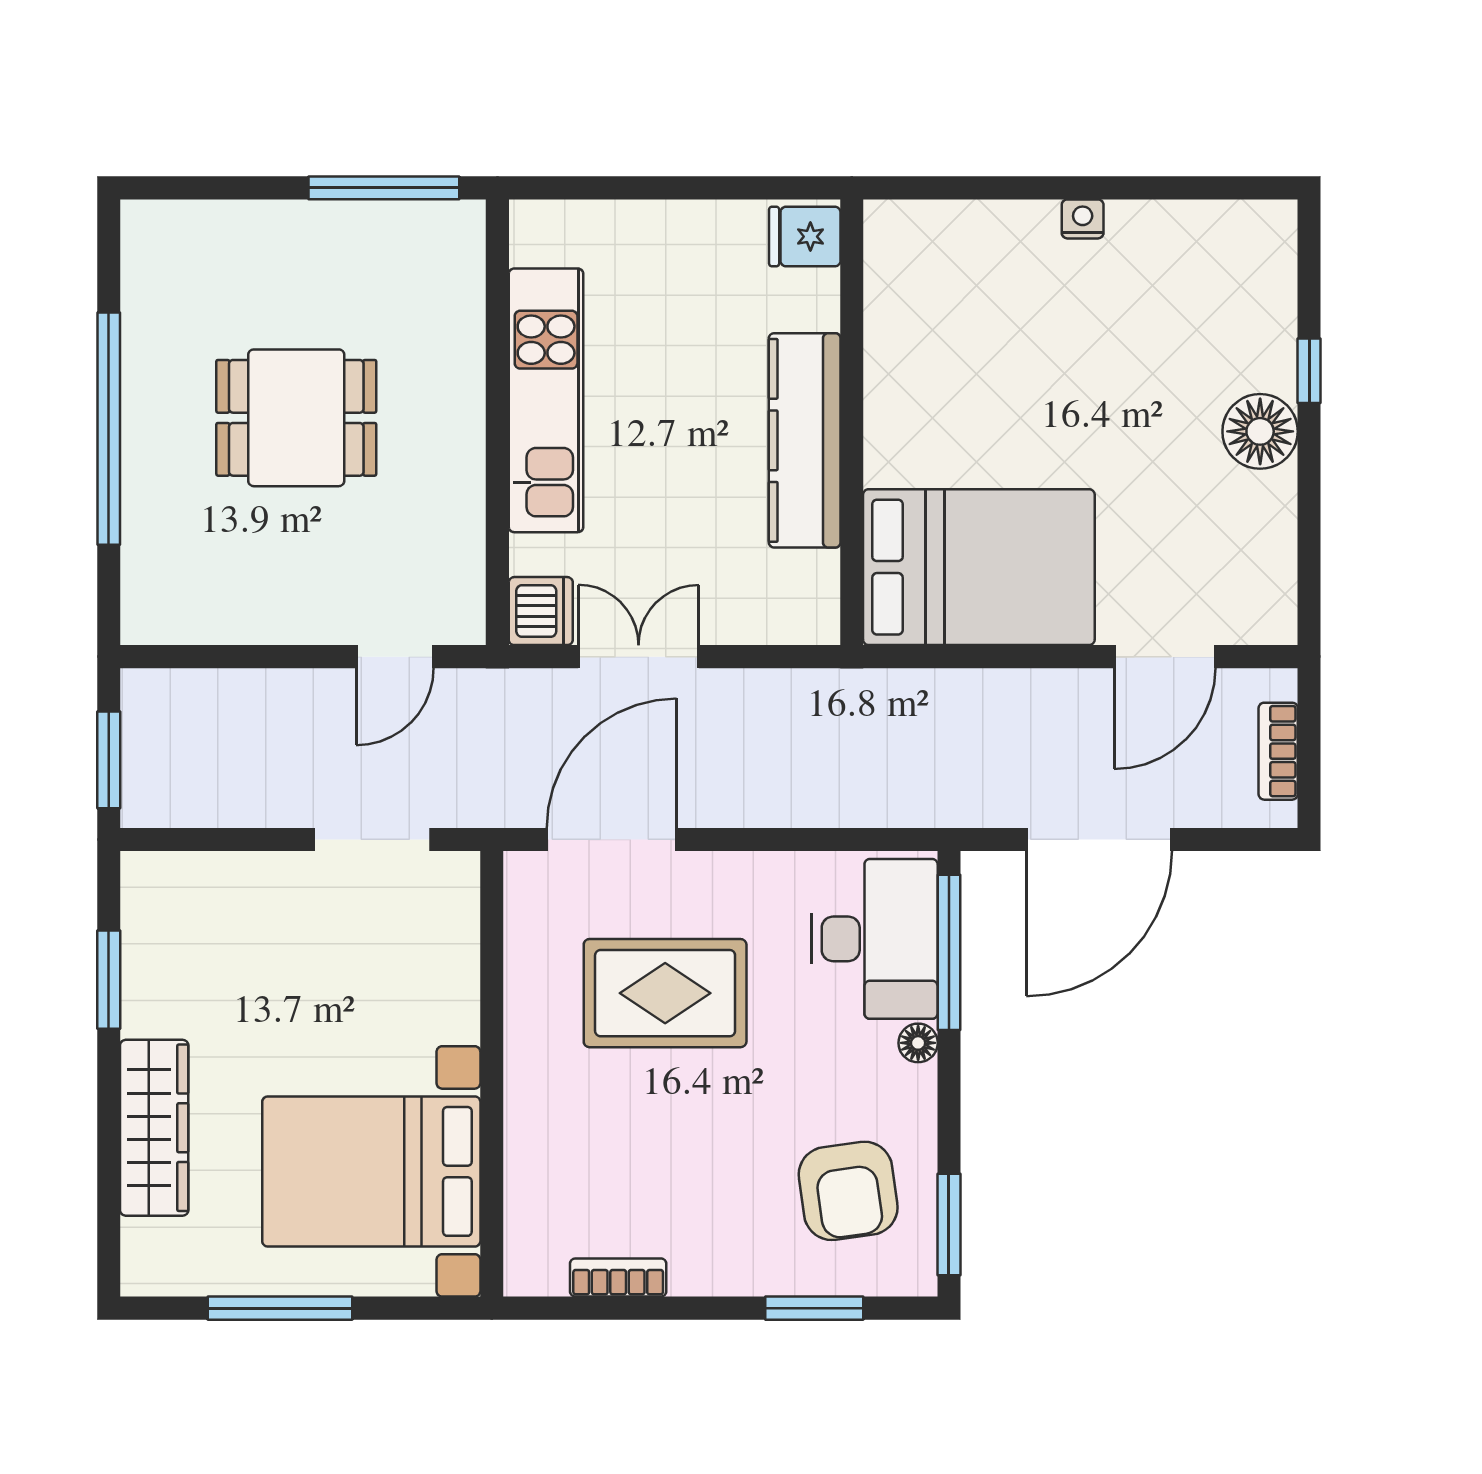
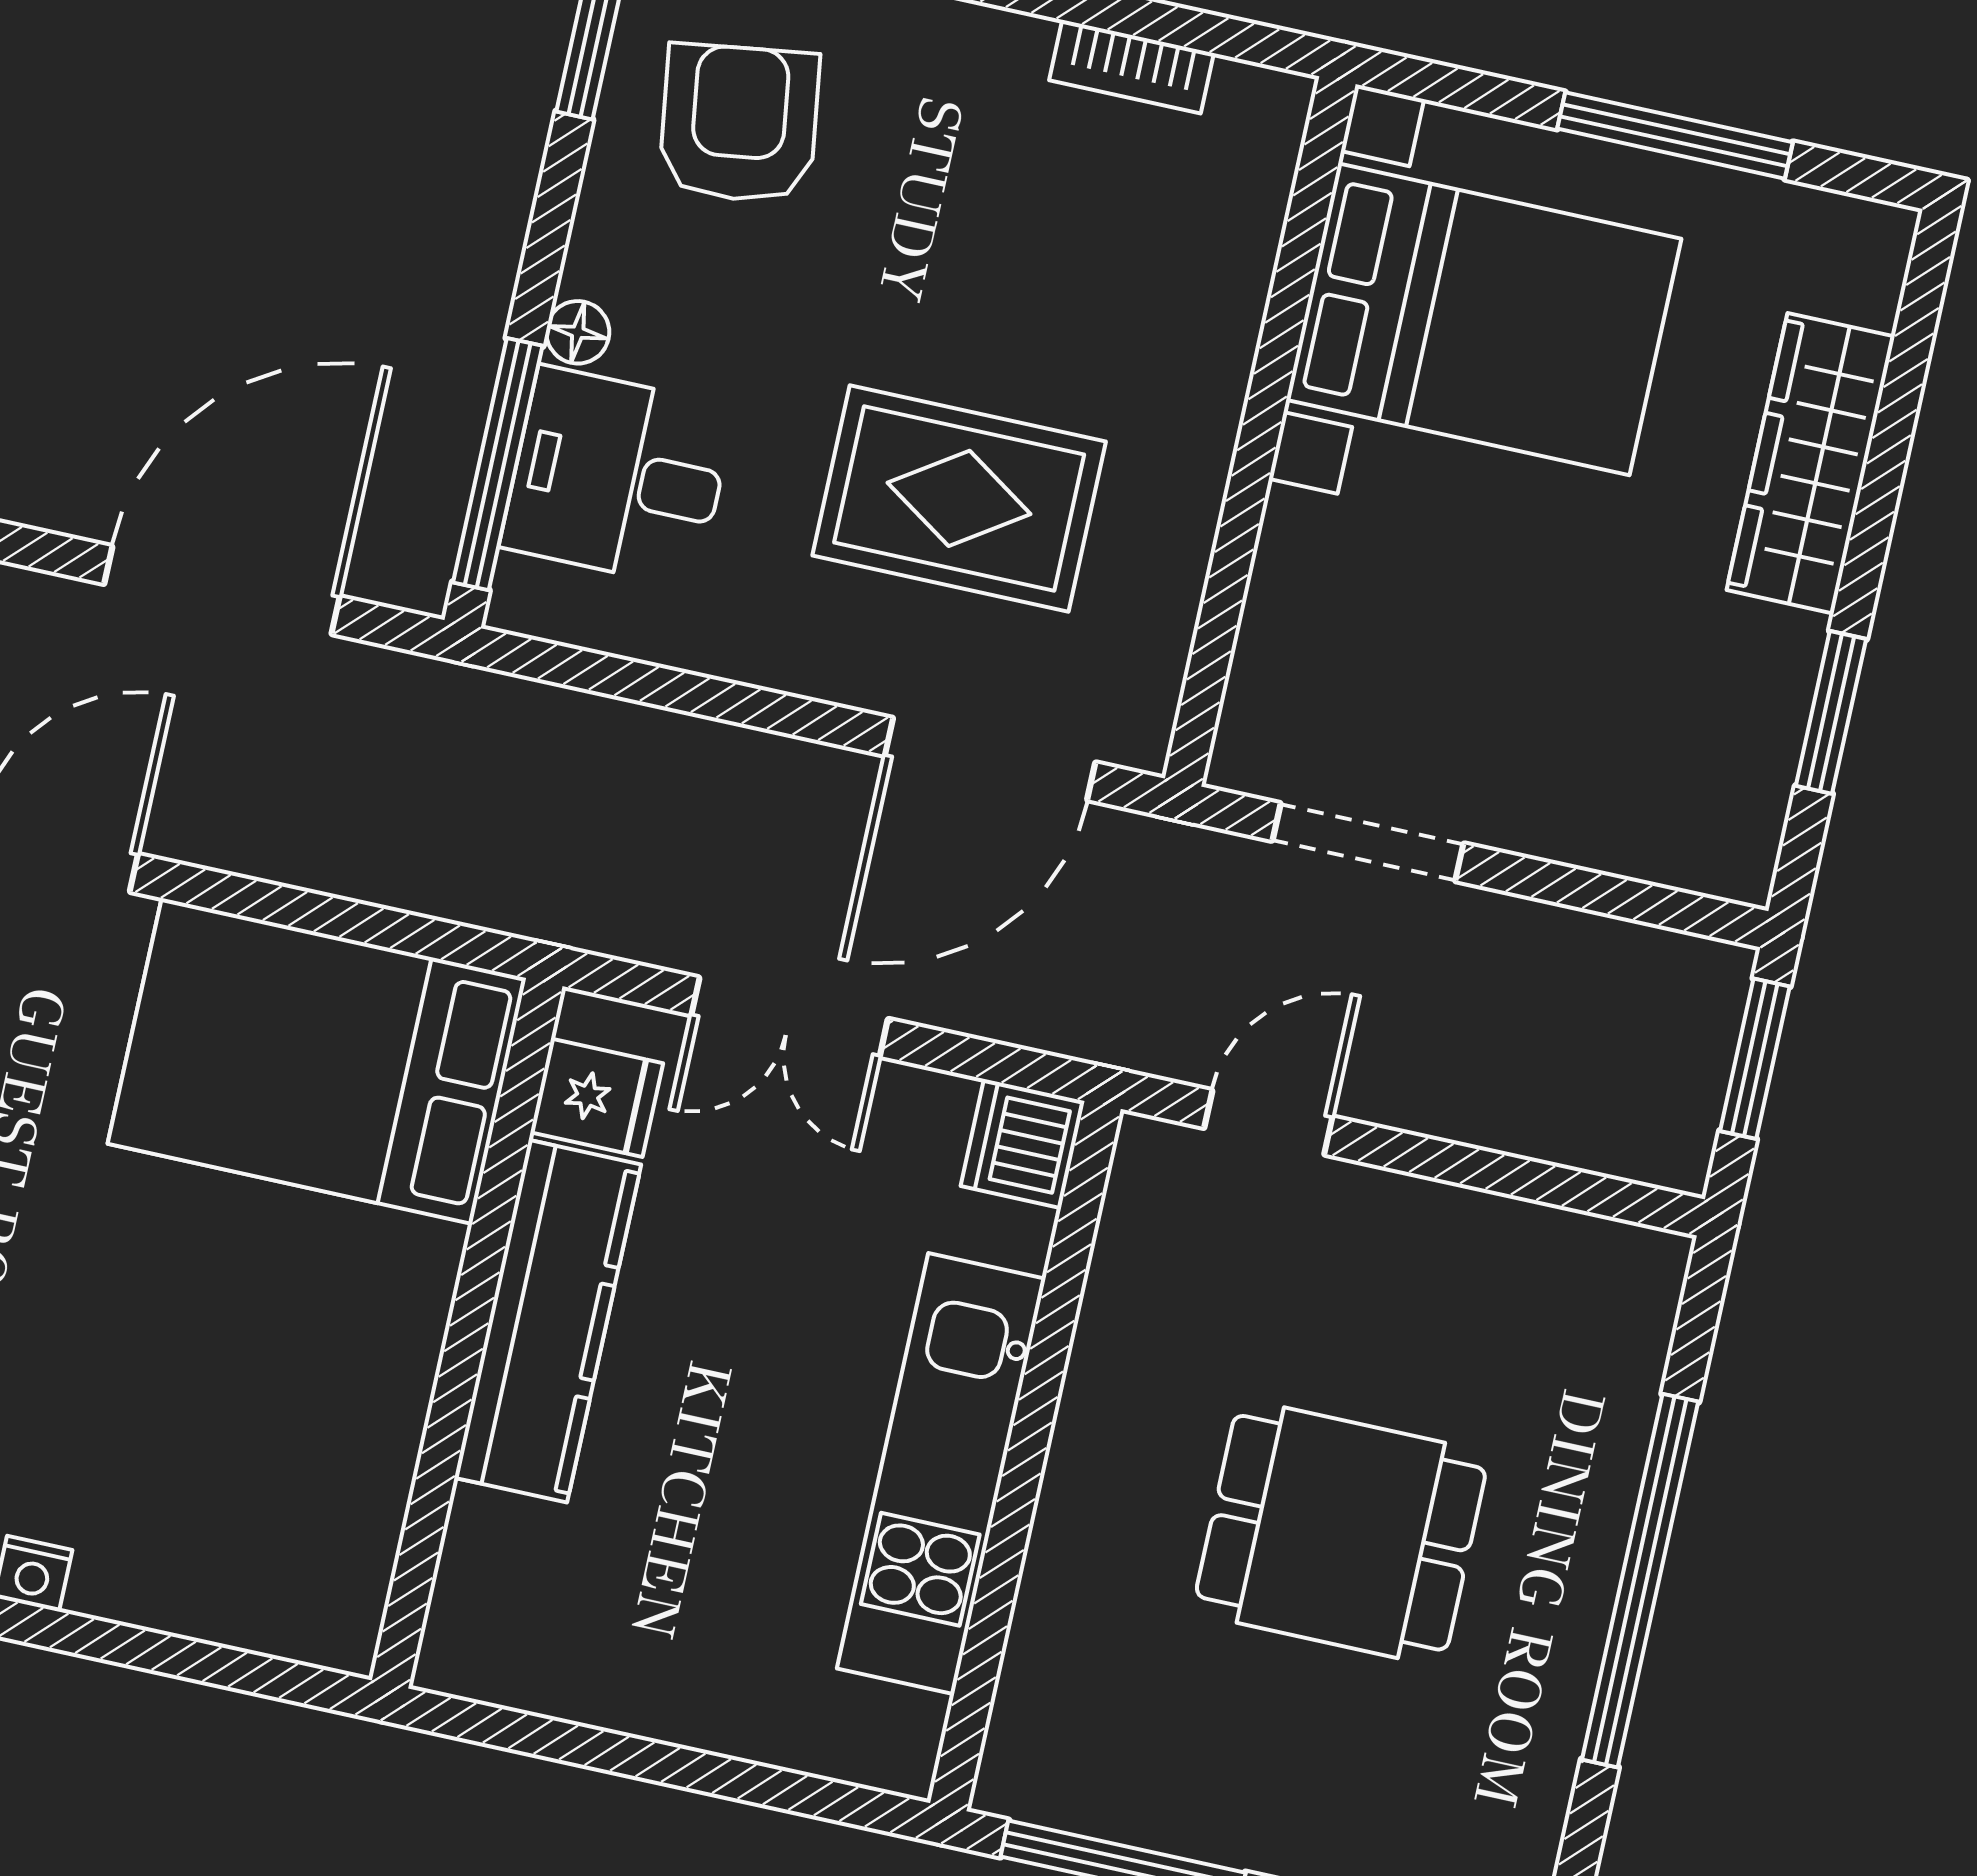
fridge: (805, 237) -> (597, 1098), moved
double door: (639, 657) -> (790, 1017), moved
desk: (875, 939) -> (618, 477), width x0.73

